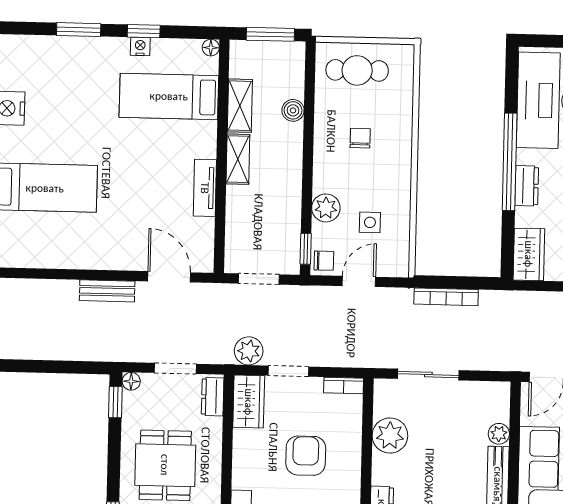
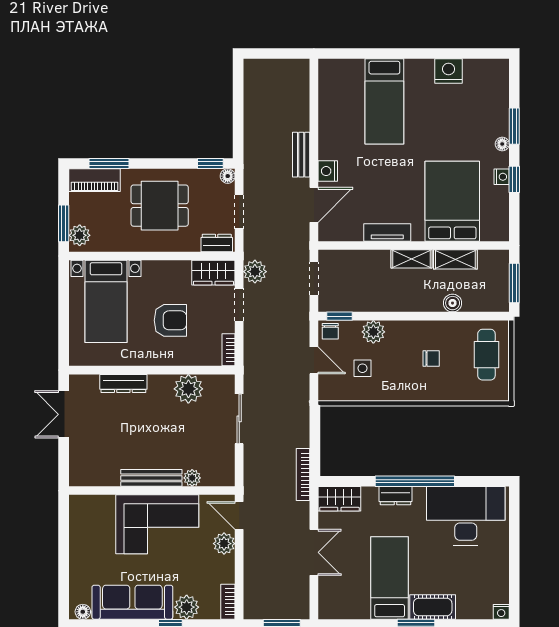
floor lamp: (211, 48) -> (502, 144), moved
bed: (169, 96) -> (452, 201), width x1.50
nightstand: (128, 259) -> (328, 171), added
bookcase: (446, 297) -> (303, 474), moved

